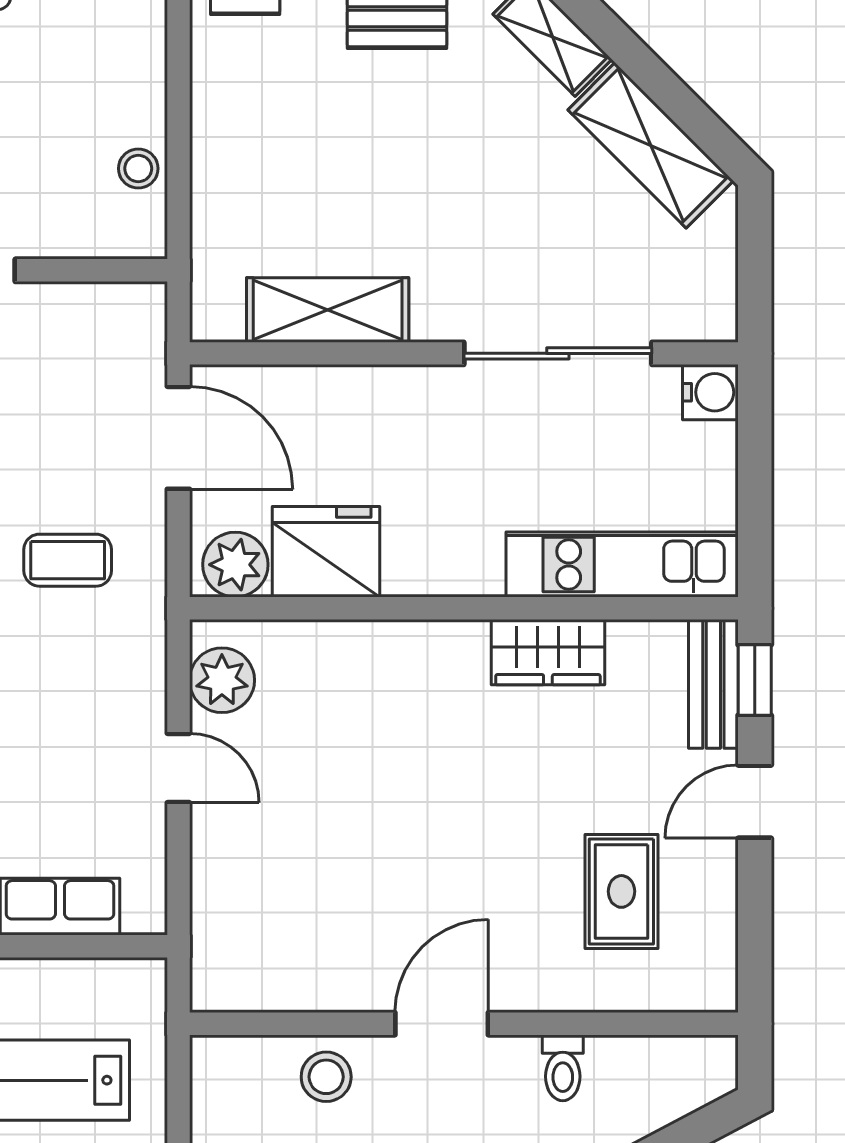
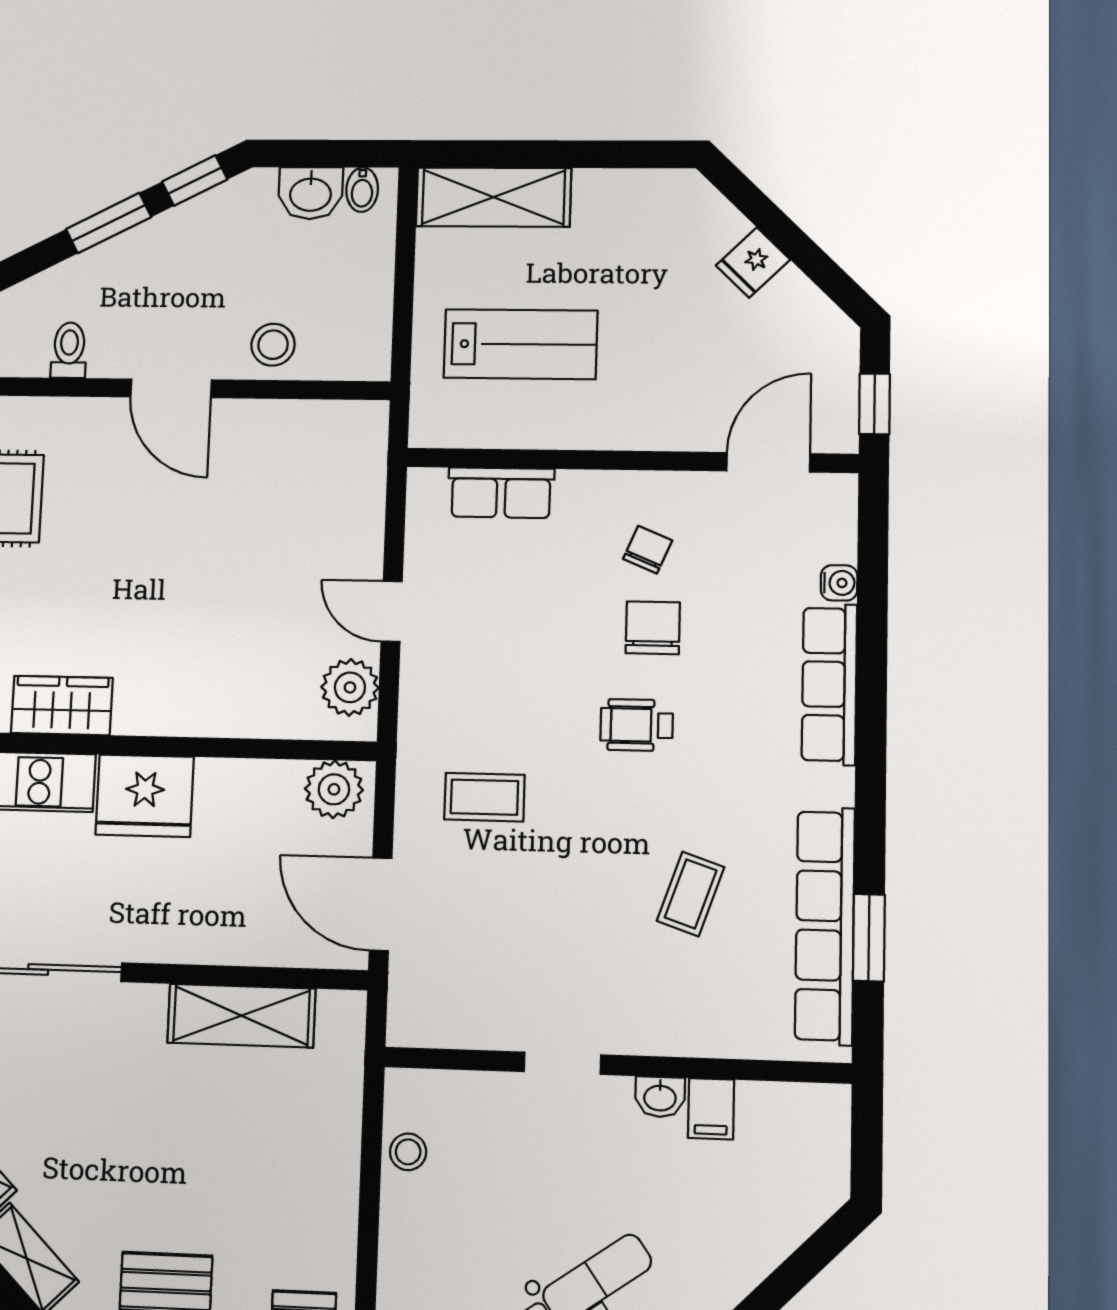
fridge: (326, 552) -> (145, 796), moved
door: (442, 1024) -> (171, 388), hinge flipped

